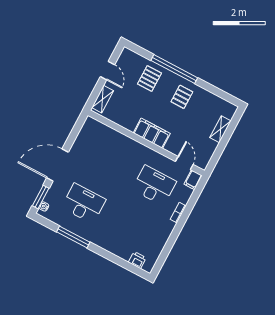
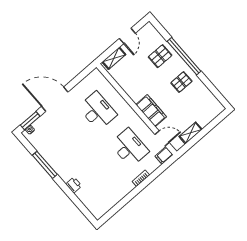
shelving: (220, 129) -> (191, 133), moved
filing cabinet: (152, 133) -> (151, 111), moved
door: (184, 163) -> (162, 138), hinge flipped
desk: (84, 203) -> (98, 111), moved
printer: (137, 260) -> (74, 185), moved

